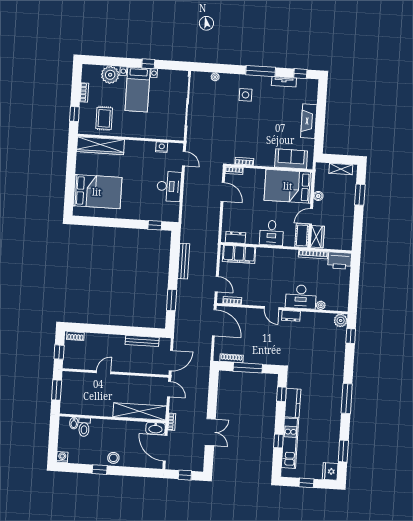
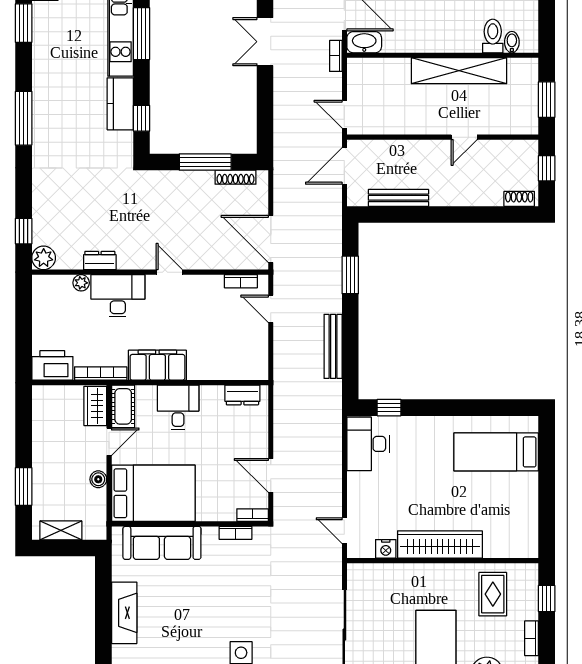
wardrobe: (100, 146) -> (440, 545), moved
sofa: (291, 159) -> (162, 543), width x1.36
desk: (169, 186) -> (368, 444), moved
bed: (97, 192) -> (496, 452), width x0.67
filing cabinet: (239, 254) -> (157, 365), moved
dresser: (291, 316) -> (100, 261), moved
shelving: (140, 411) -> (459, 71), moved
window: (278, 441) -> (141, 34), width x2.17

